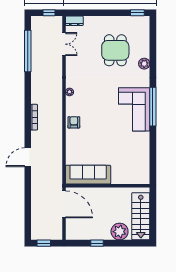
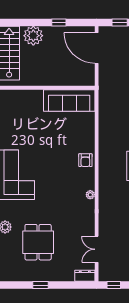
window: (137, 13) -> (41, 285), moved
door: (64, 204) -> (97, 48), moved

